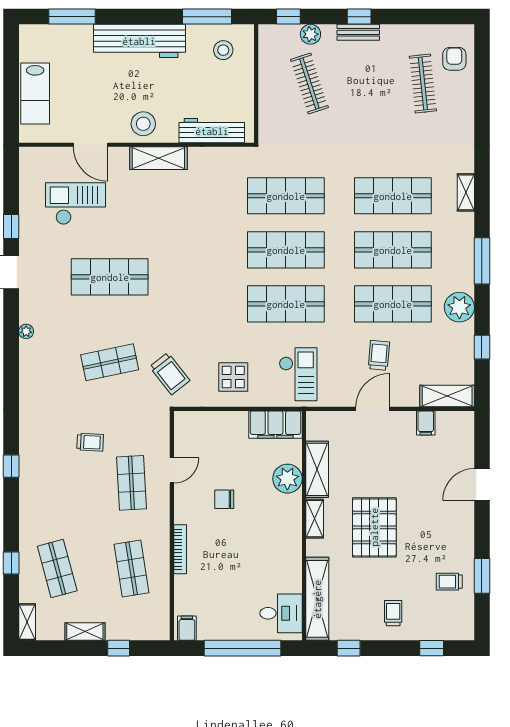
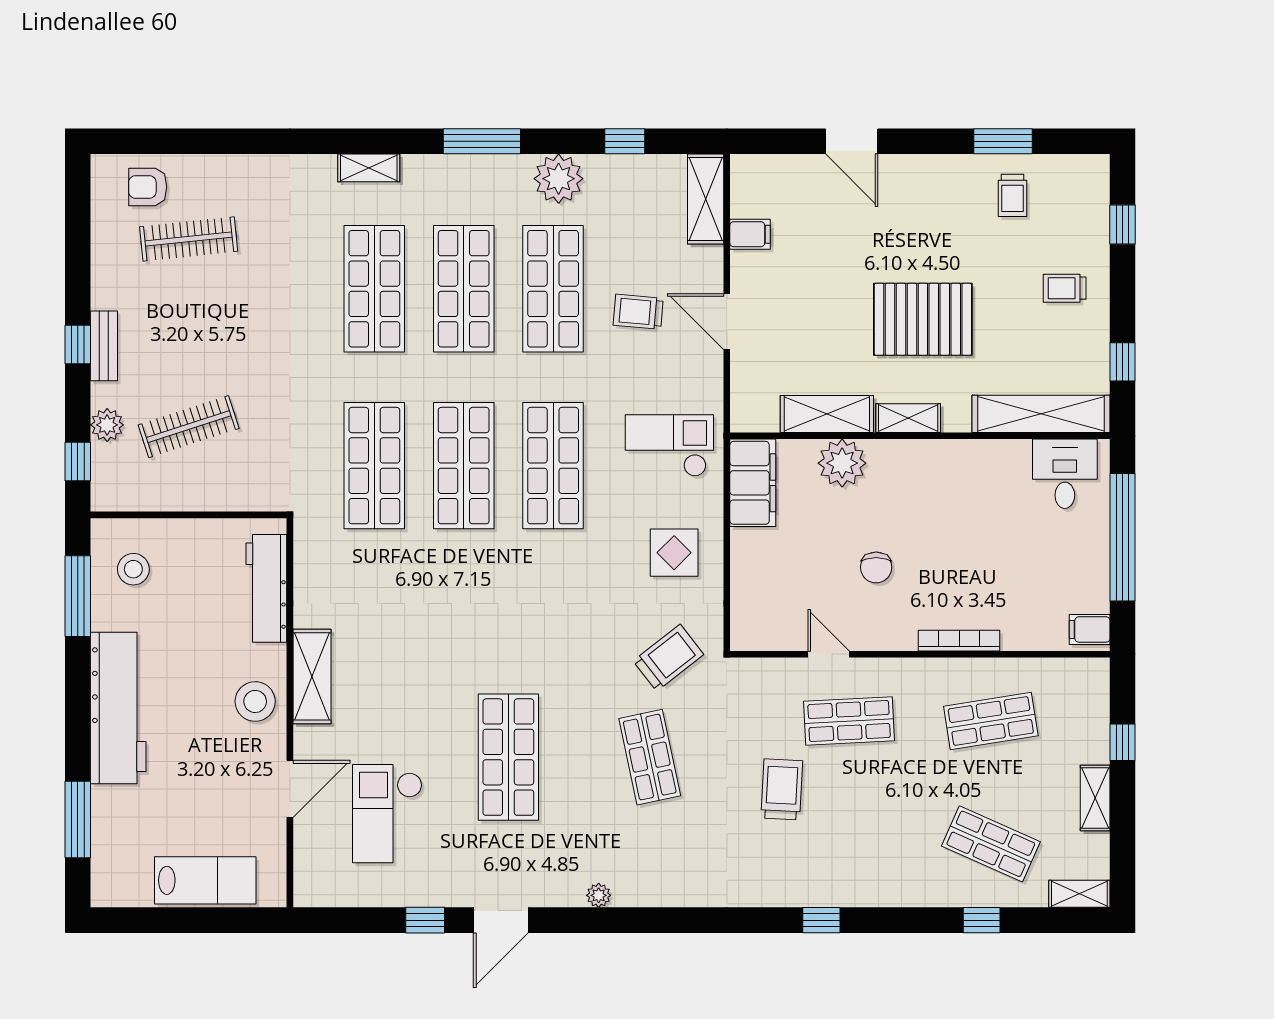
trolley: (90, 442) -> (782, 789), width x1.36, depth x1.39
shop shelf: (57, 568) -> (991, 844), turned 39

